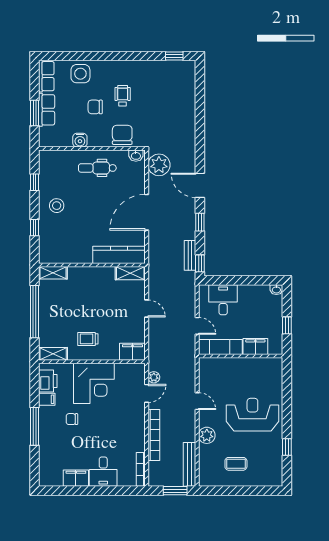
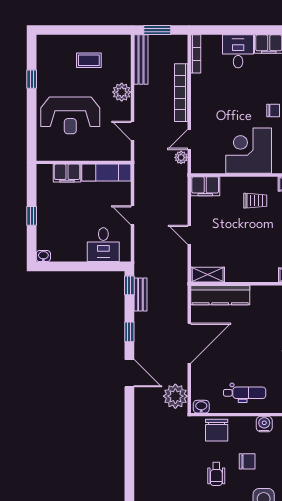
exam couch: (220, 347) -> (106, 173), moved
filing cabinet: (255, 347) -> (67, 173), moved
wall: (241, 356) -> (84, 162), moved

